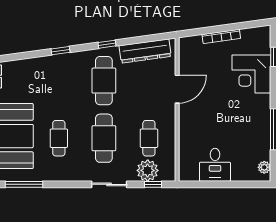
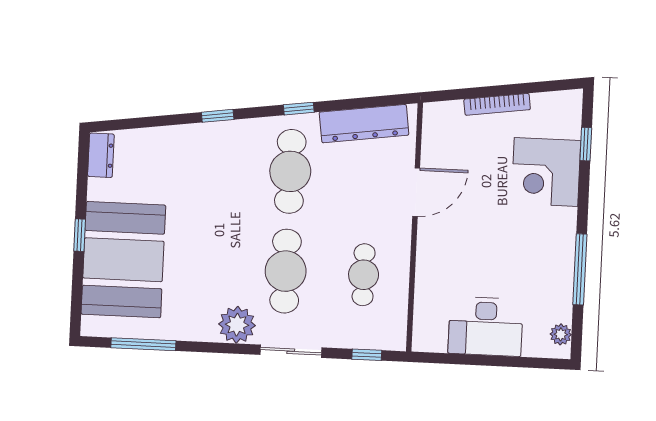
cafe table: (59, 138) -> (208, 267), removed
desk: (215, 165) -> (486, 326), width x1.37
plant: (148, 170) -> (237, 325), moved

